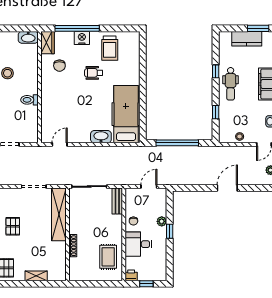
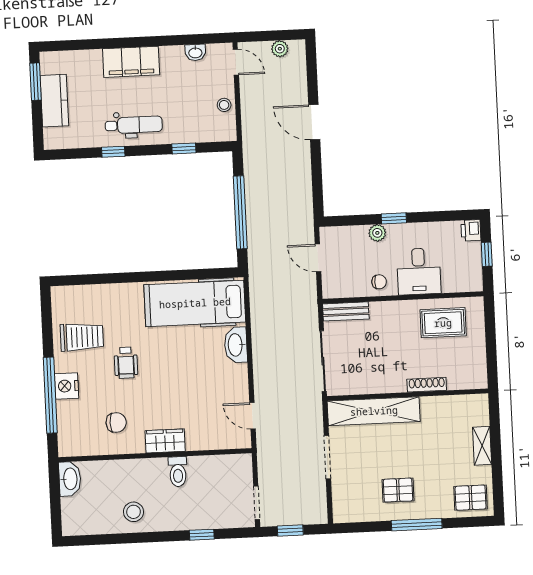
wardrobe: (47, 43) -> (165, 441), moved
printer: (131, 275) -> (471, 230), moved

